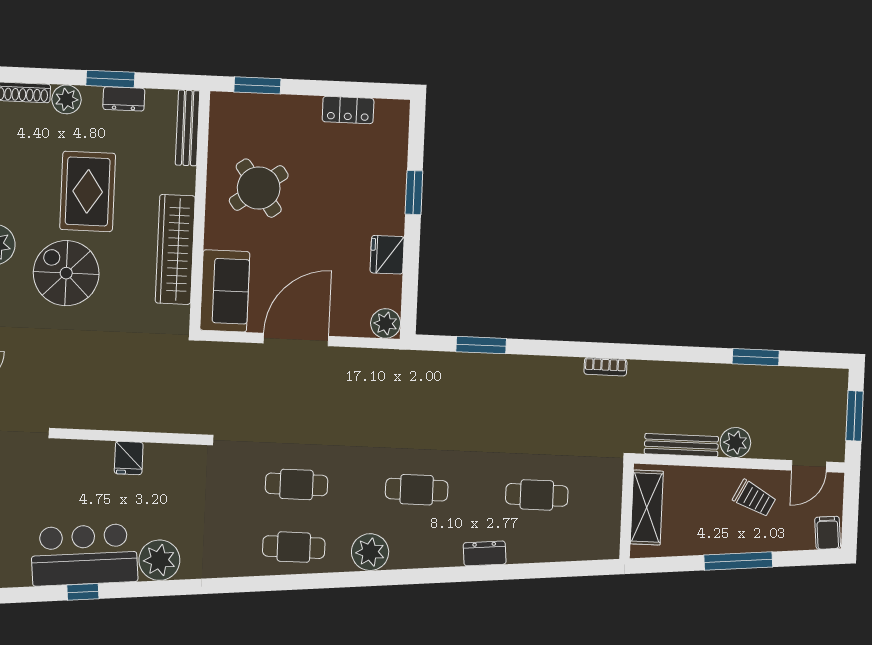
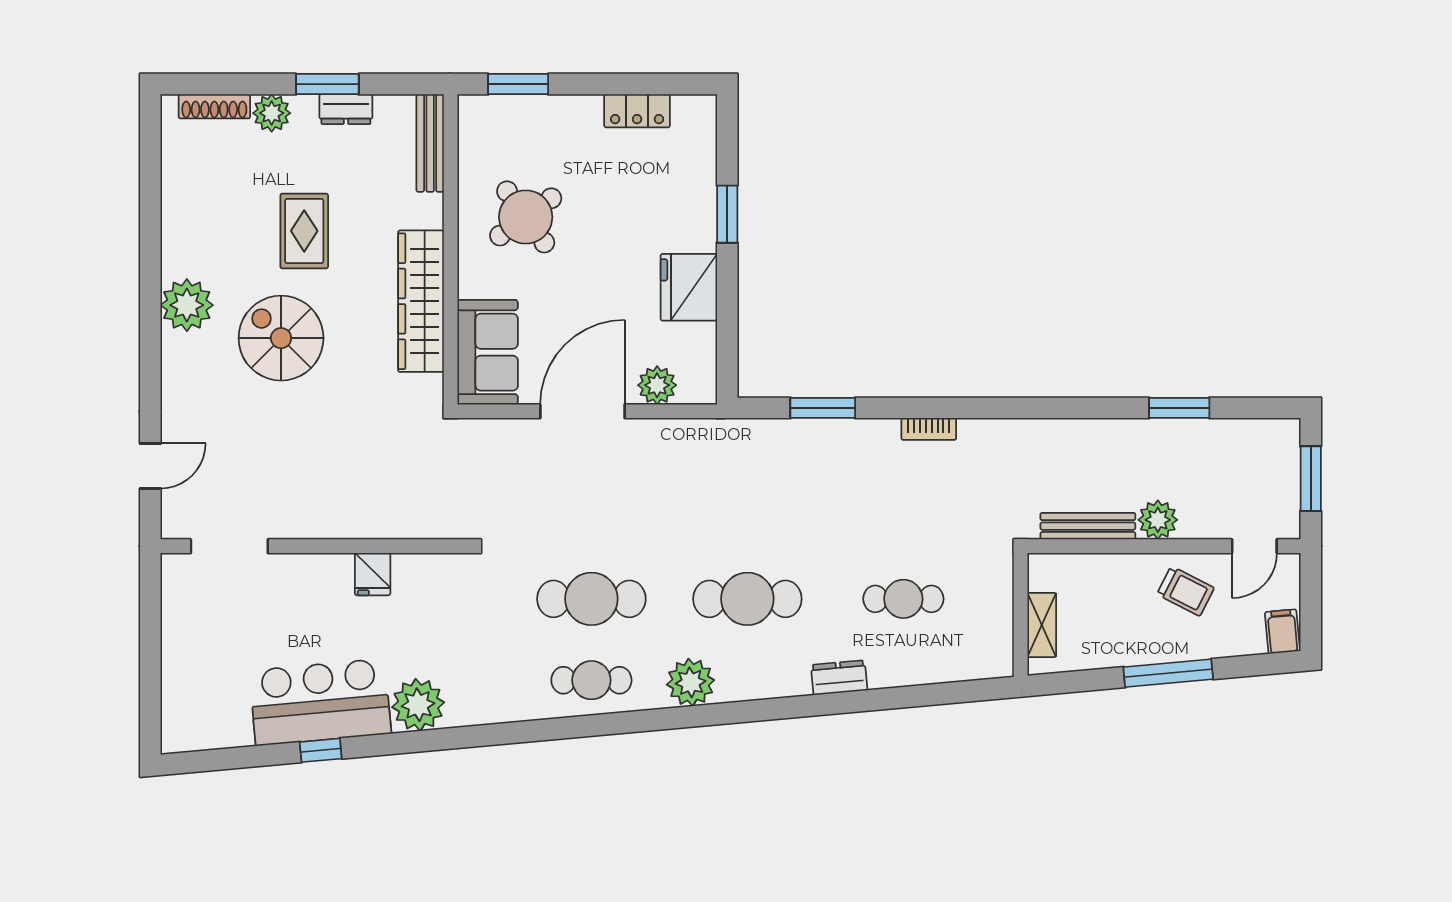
rug: (88, 191) -> (304, 231), width x0.73, depth x0.70
fridge: (387, 255) -> (689, 287), width x1.36, depth x1.34
plant: (386, 323) -> (657, 385), moved
bookcase: (605, 367) -> (929, 429), moved
cafe table: (296, 484) -> (591, 599), width x1.37, depth x1.35
cafe table: (417, 490) -> (747, 599), width x1.37, depth x1.35
shelving: (647, 507) -> (1042, 625), width x0.67, depth x0.75

